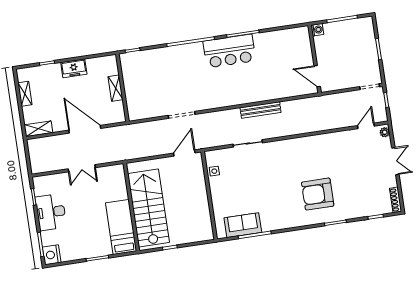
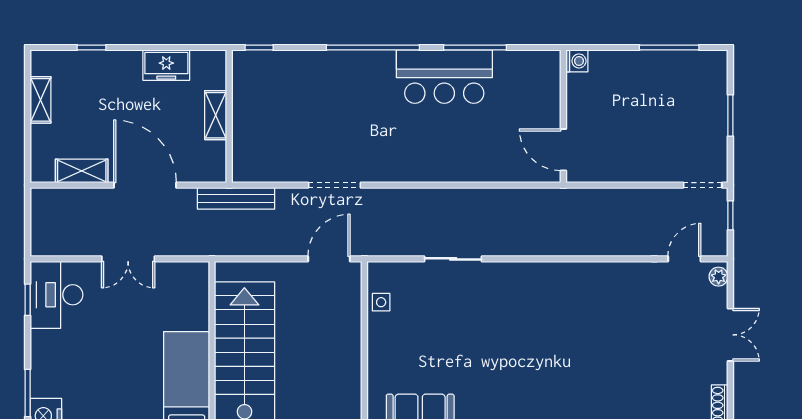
washing machine: (317, 30) -> (577, 61), moved
wall: (315, 59) -> (563, 116), moved
freezer: (74, 68) -> (166, 65), moved
door: (317, 76) -> (563, 150), moved
bench: (261, 110) -> (236, 198), moved
shelving: (38, 129) -> (82, 171), moved
armchair: (318, 194) -> (572, 376), removed
desk: (51, 212) -> (56, 295), moved

